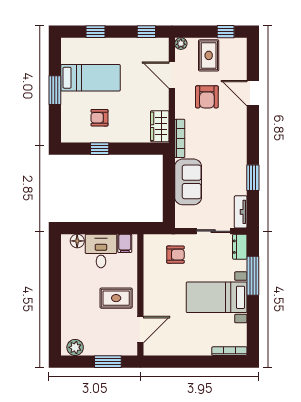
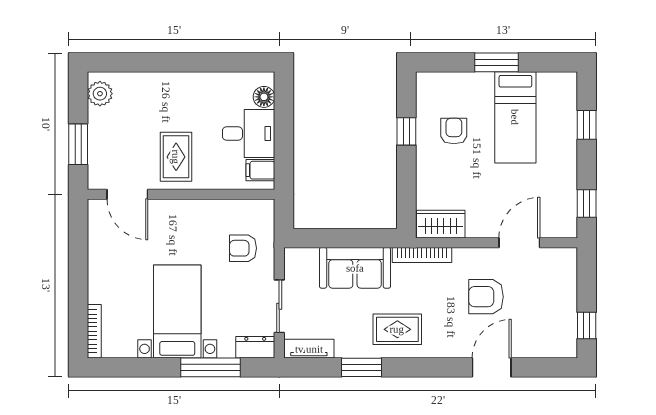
plant: (181, 44) -> (568, 257), removed
rug: (209, 55) -> (397, 329), moved
armchair: (175, 255) -> (243, 248), turned 90

